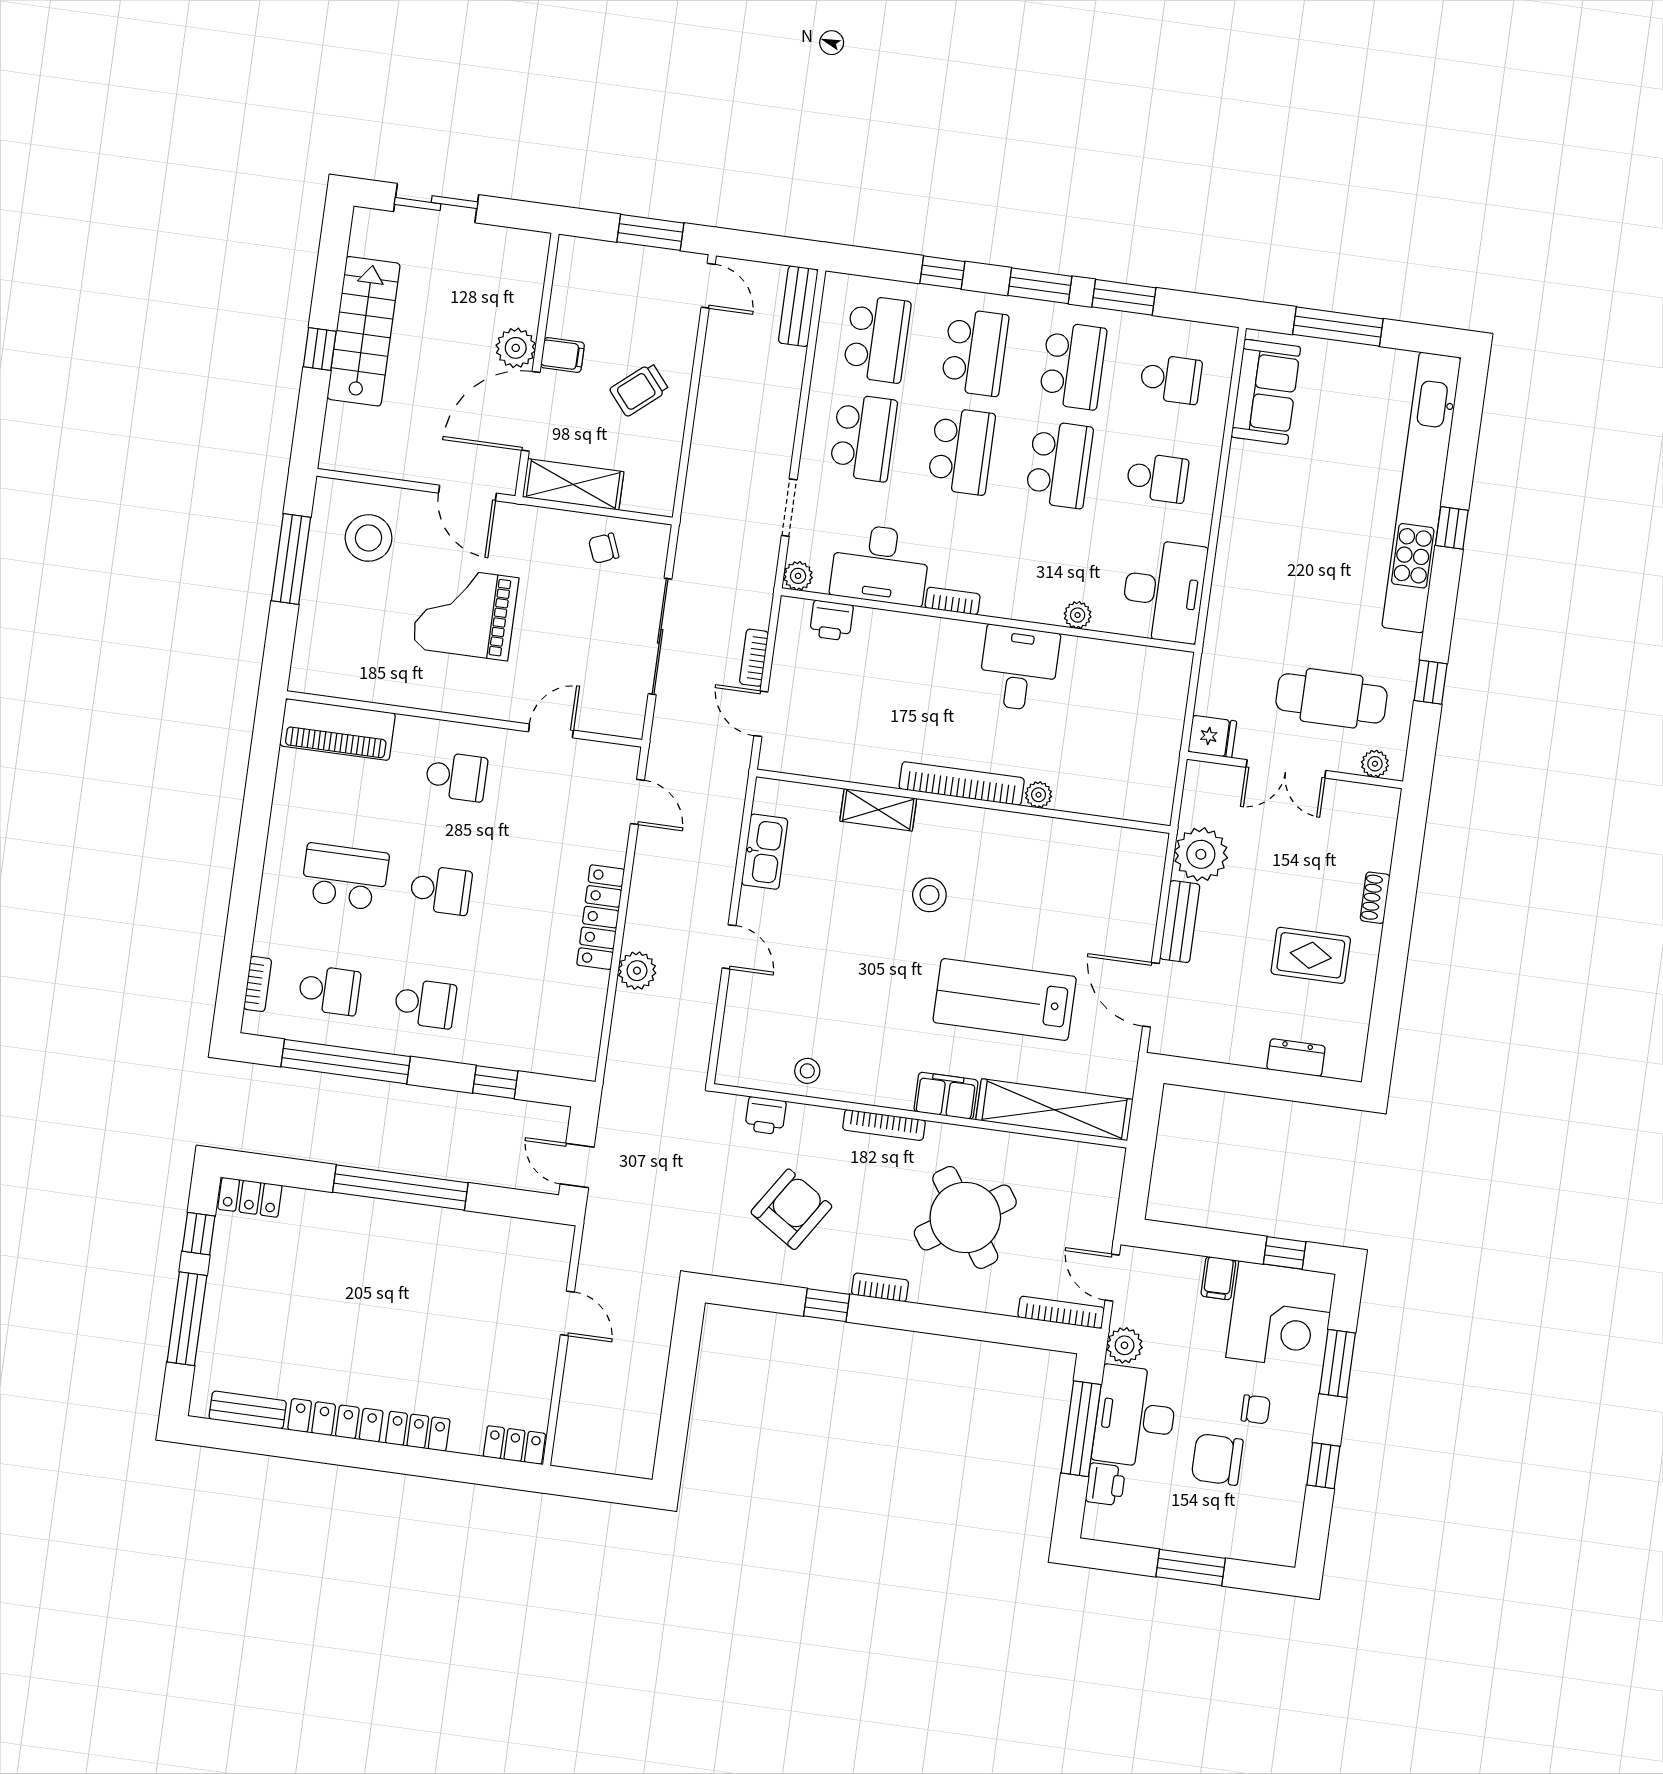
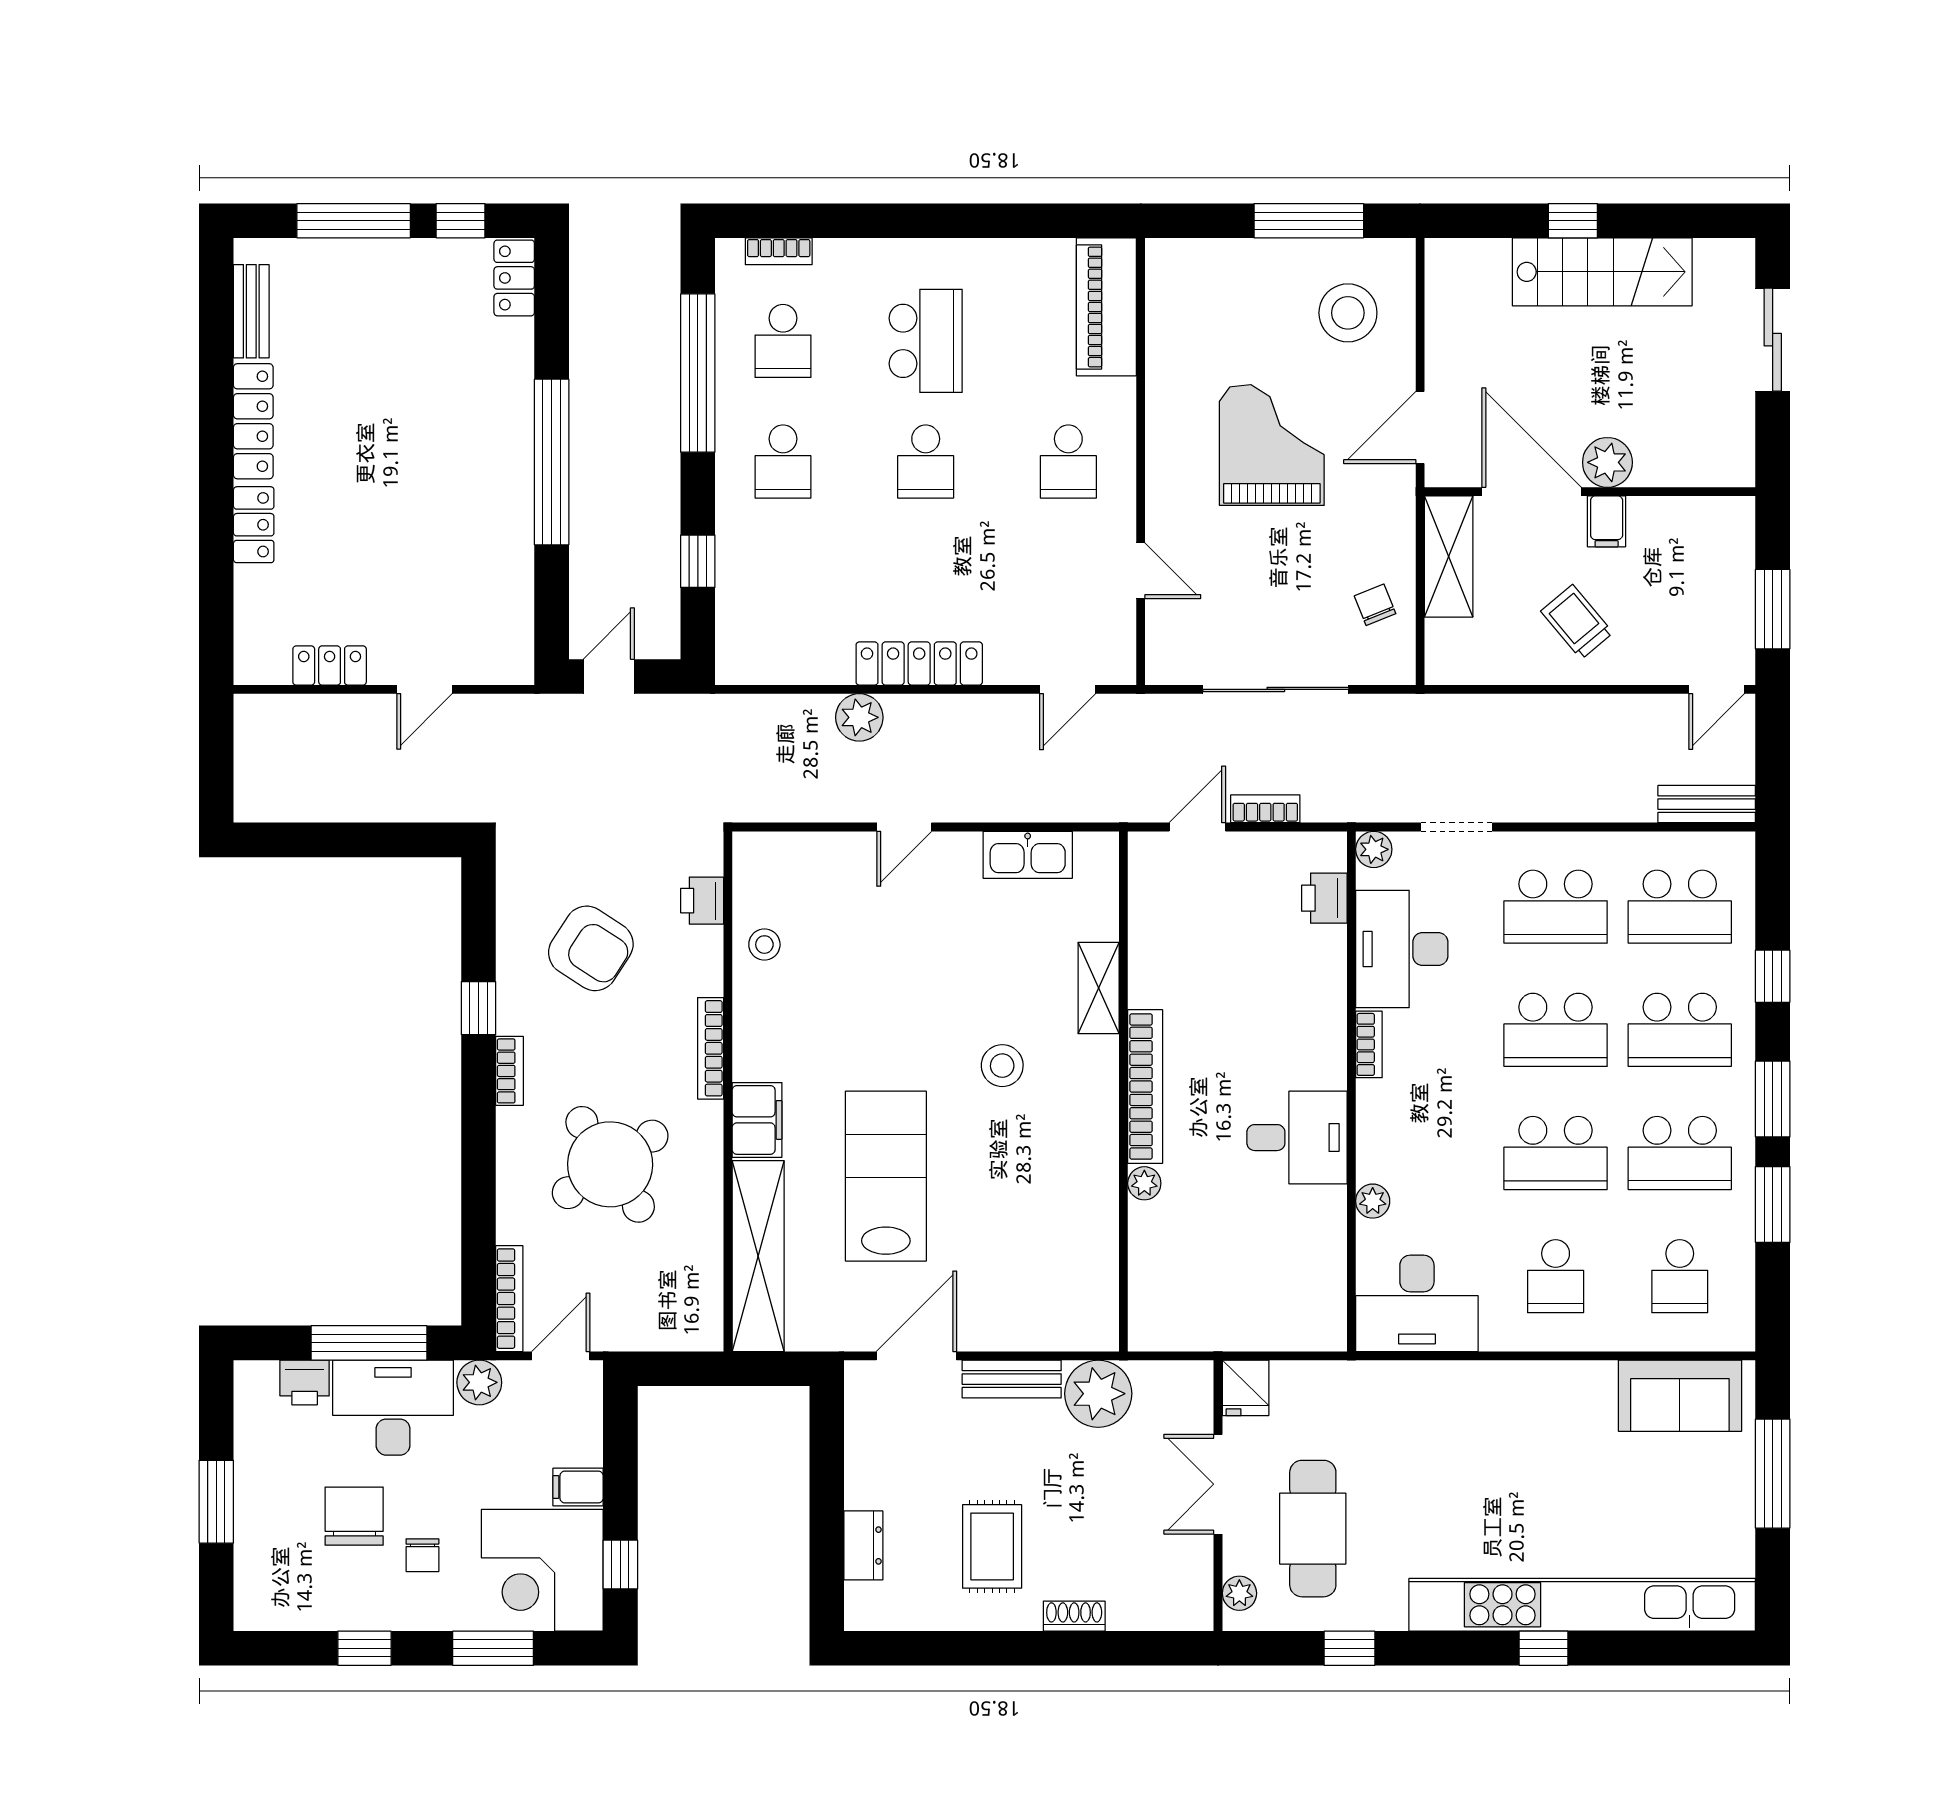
locker: (514, 1445) -> (330, 666), moved, turned -90

